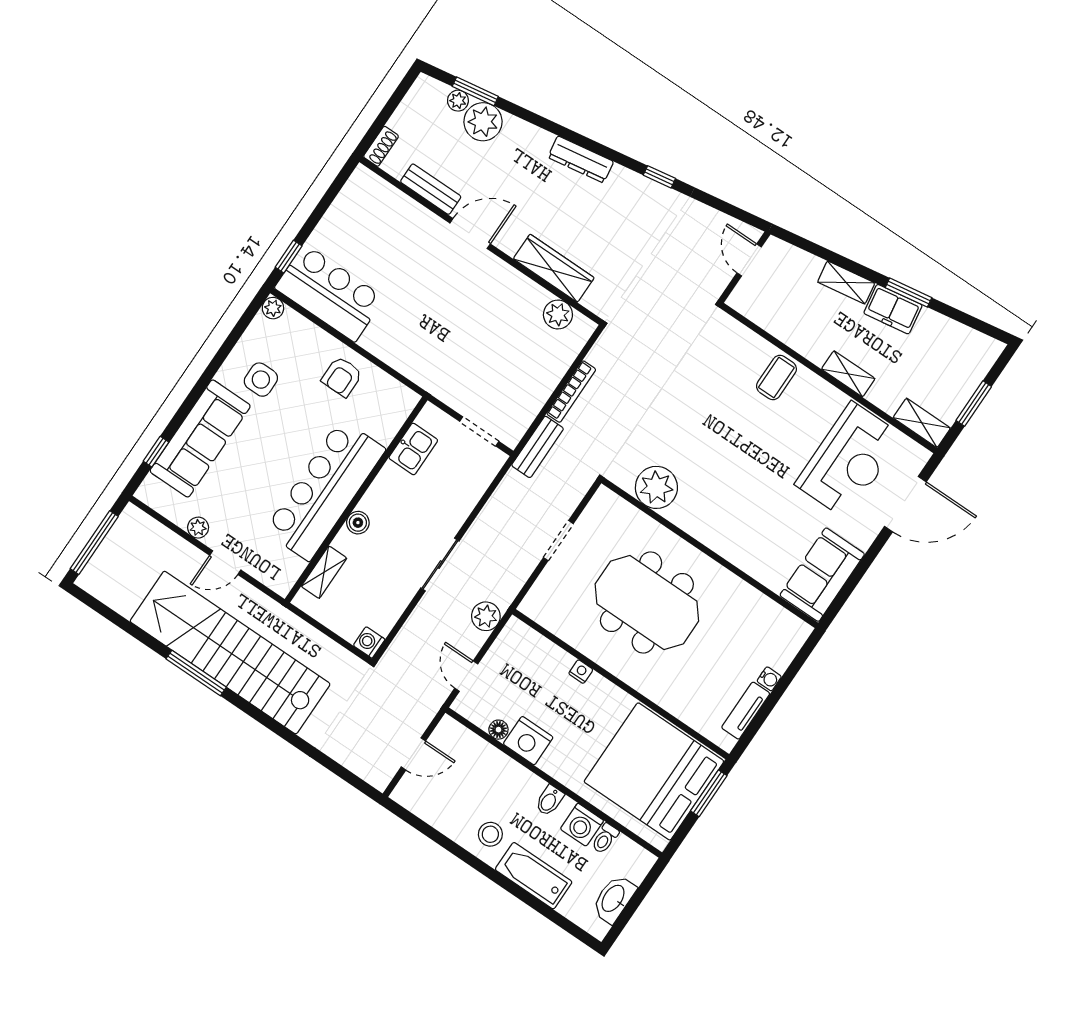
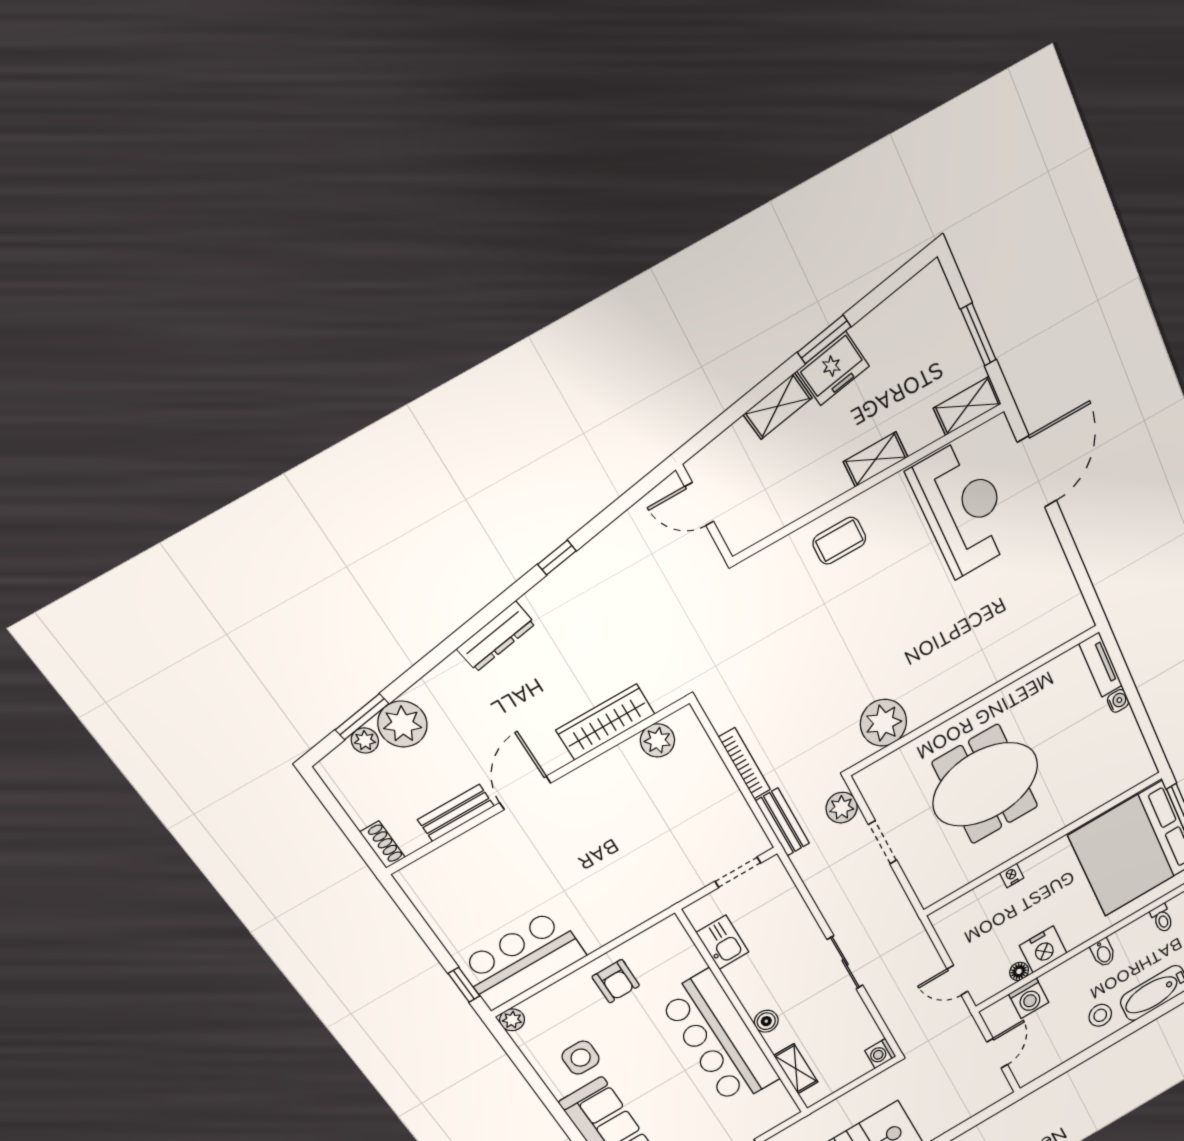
coffee table: (776, 378) -> (839, 541), turned 90
sofa: (822, 575) -> (1055, 597), removed
plant: (486, 616) -> (842, 808), moved
tv unit: (746, 711) -> (1100, 665), moved
washing machine: (582, 825) -> (1029, 998), moved

